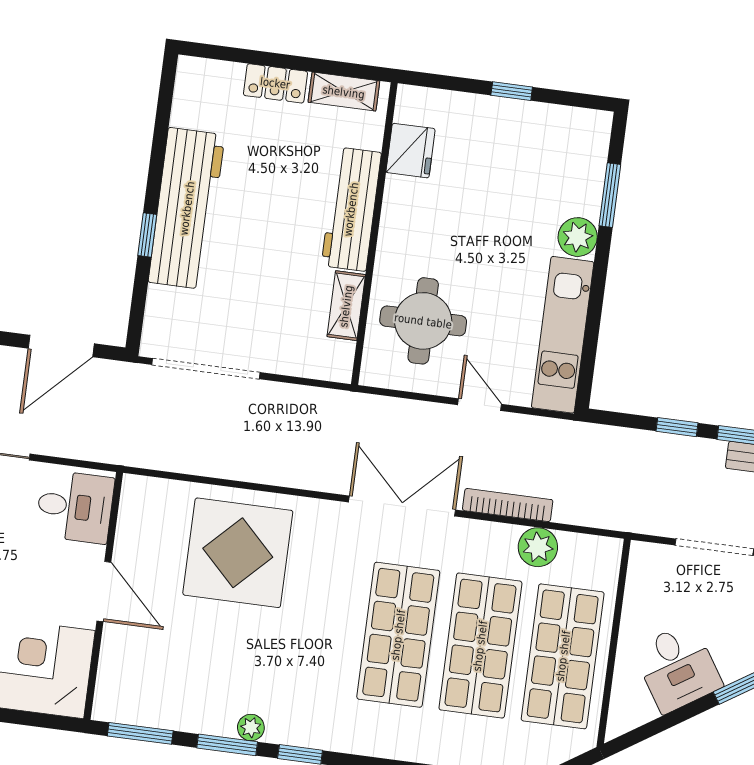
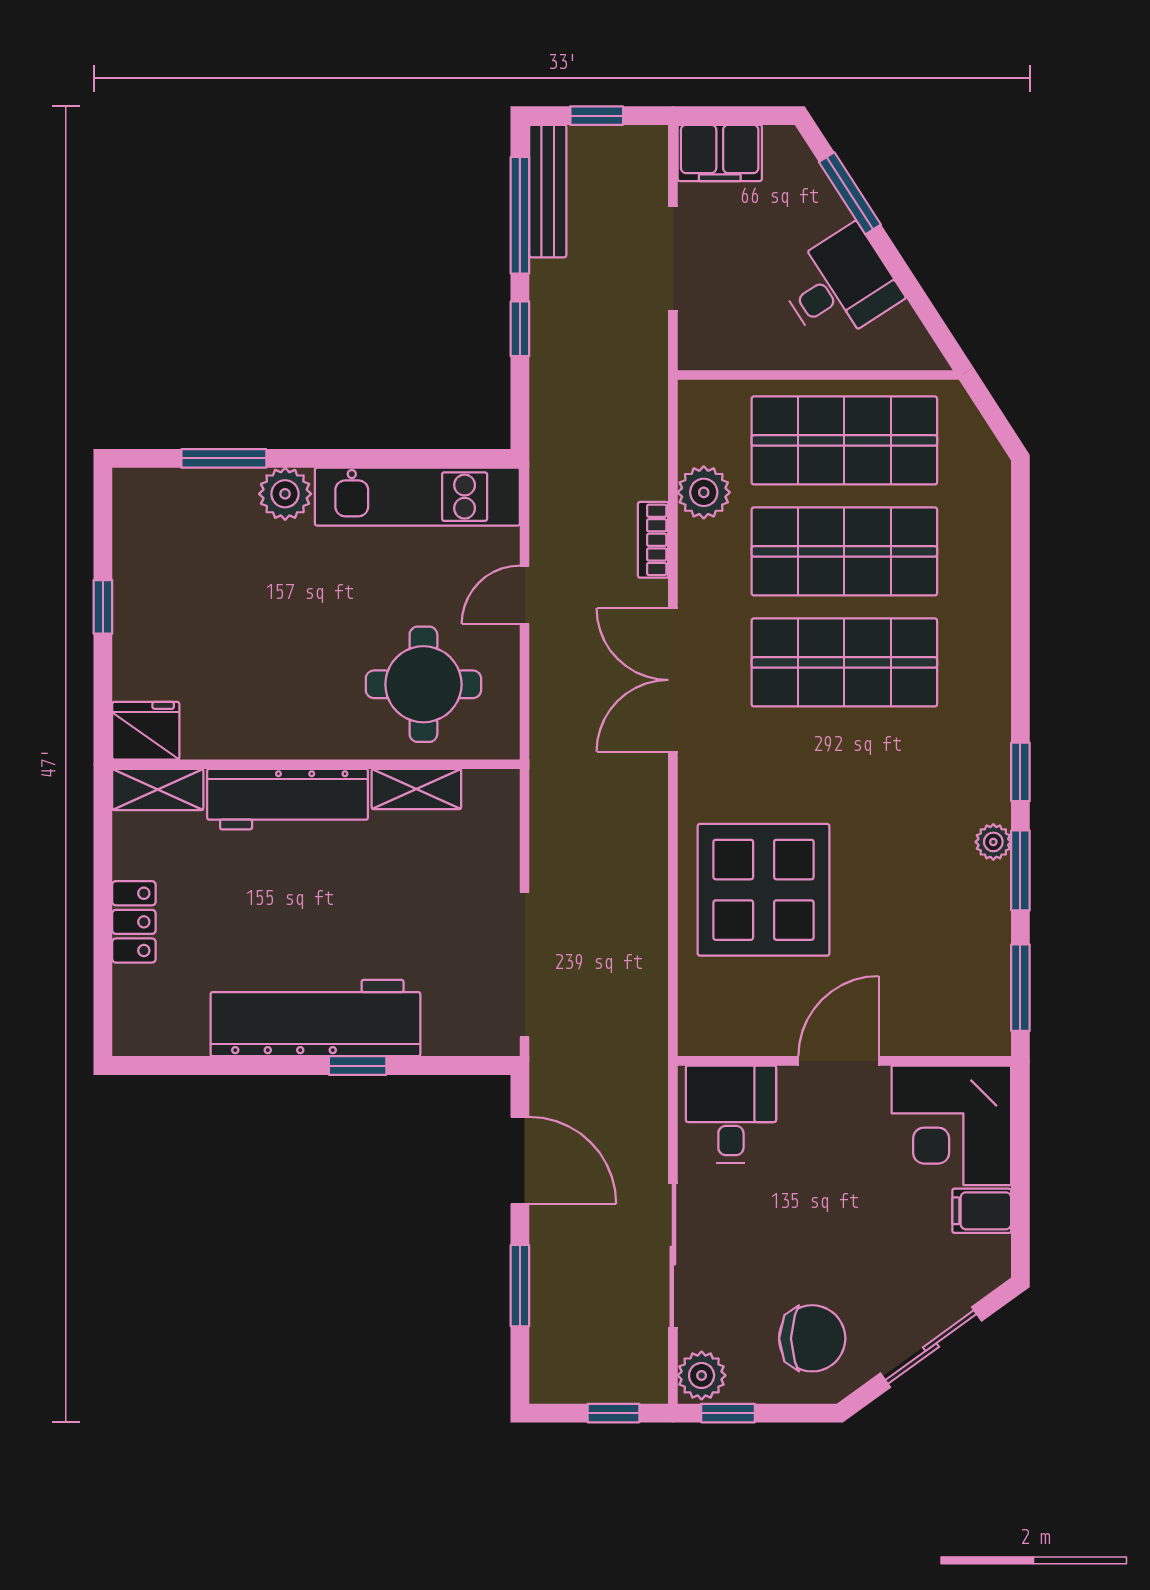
shelving: (344, 92) -> (158, 789), moved, turned 90
fridge: (411, 151) -> (146, 731), moved
bookcase: (508, 505) -> (653, 540), width x0.64

